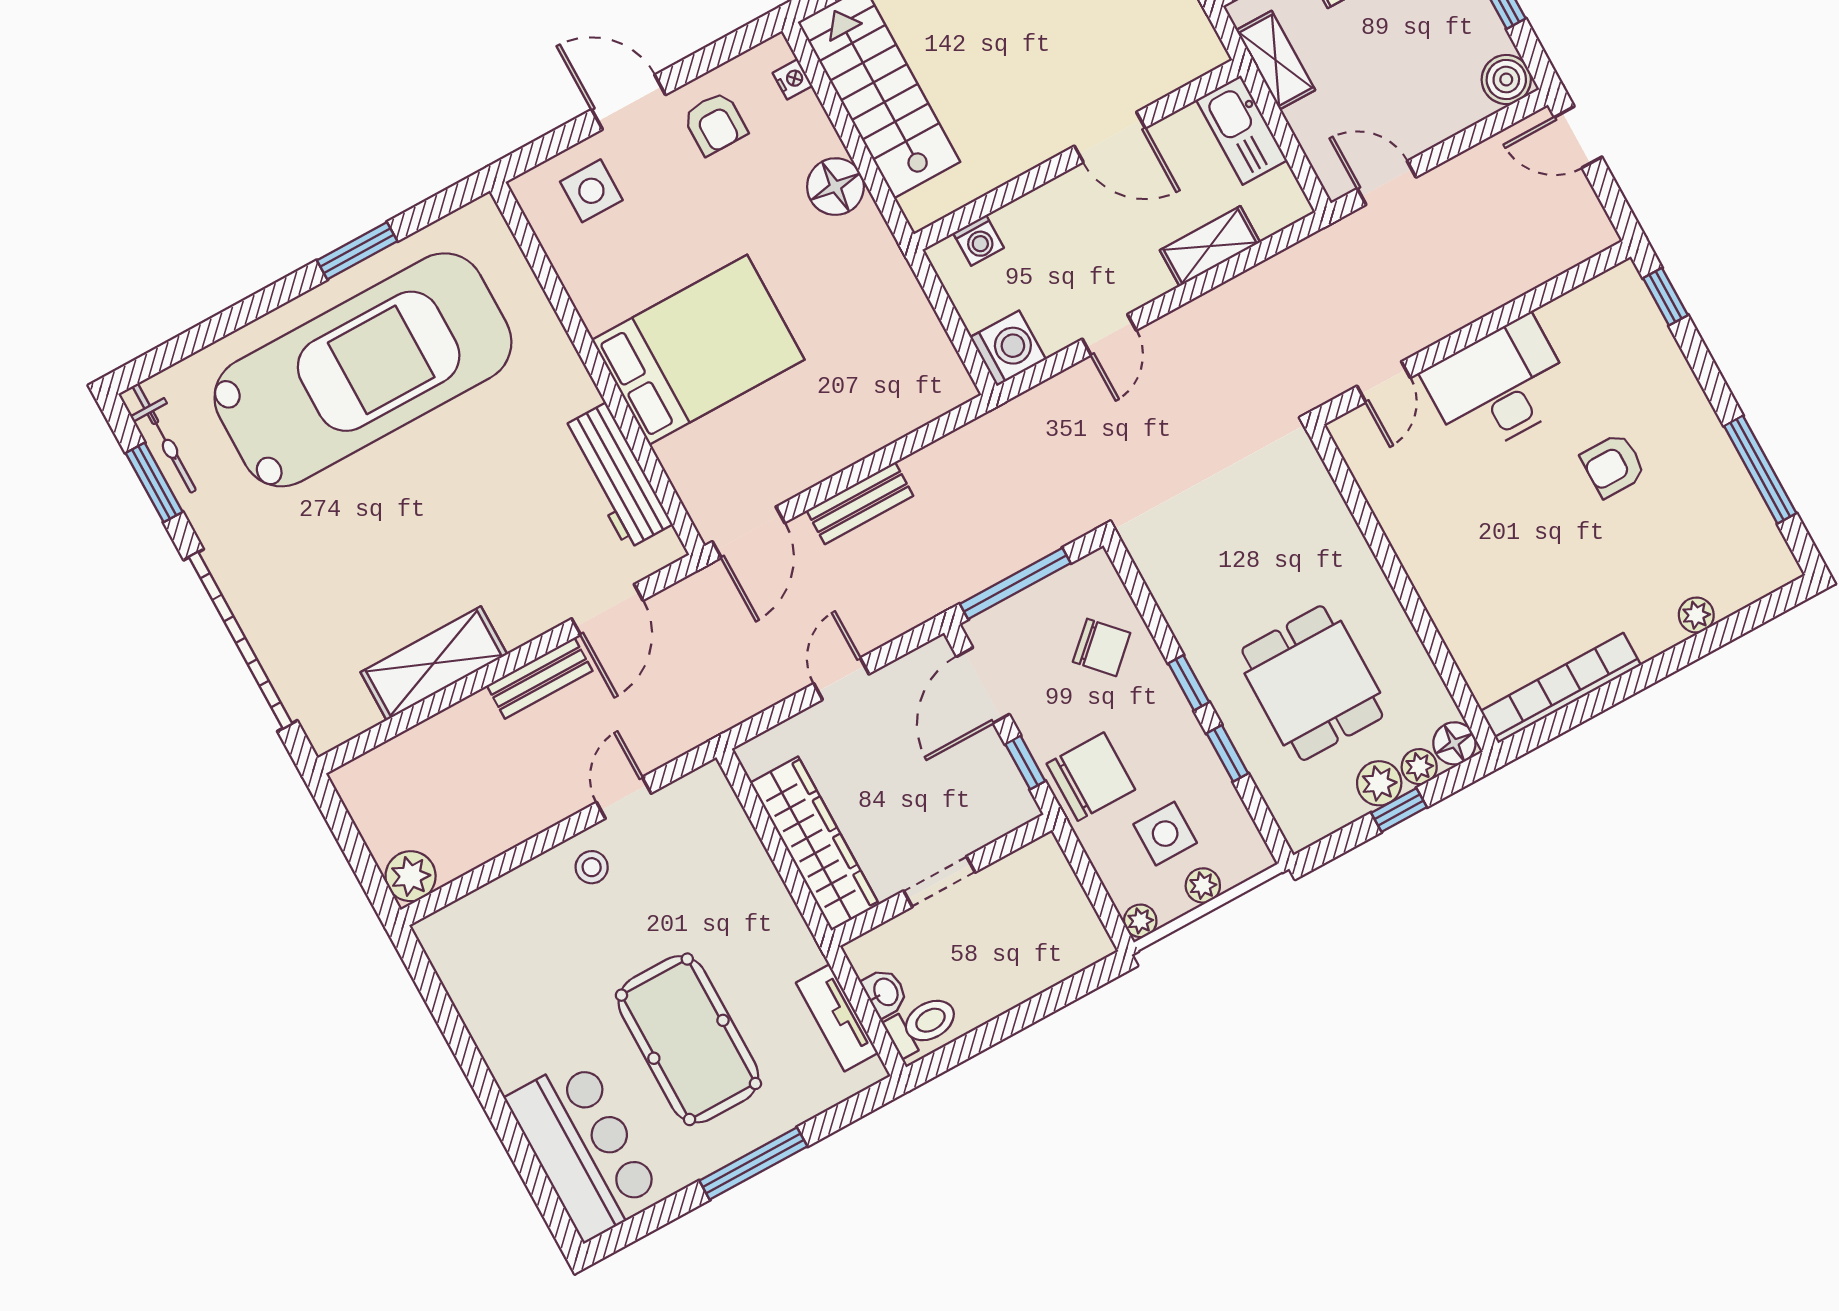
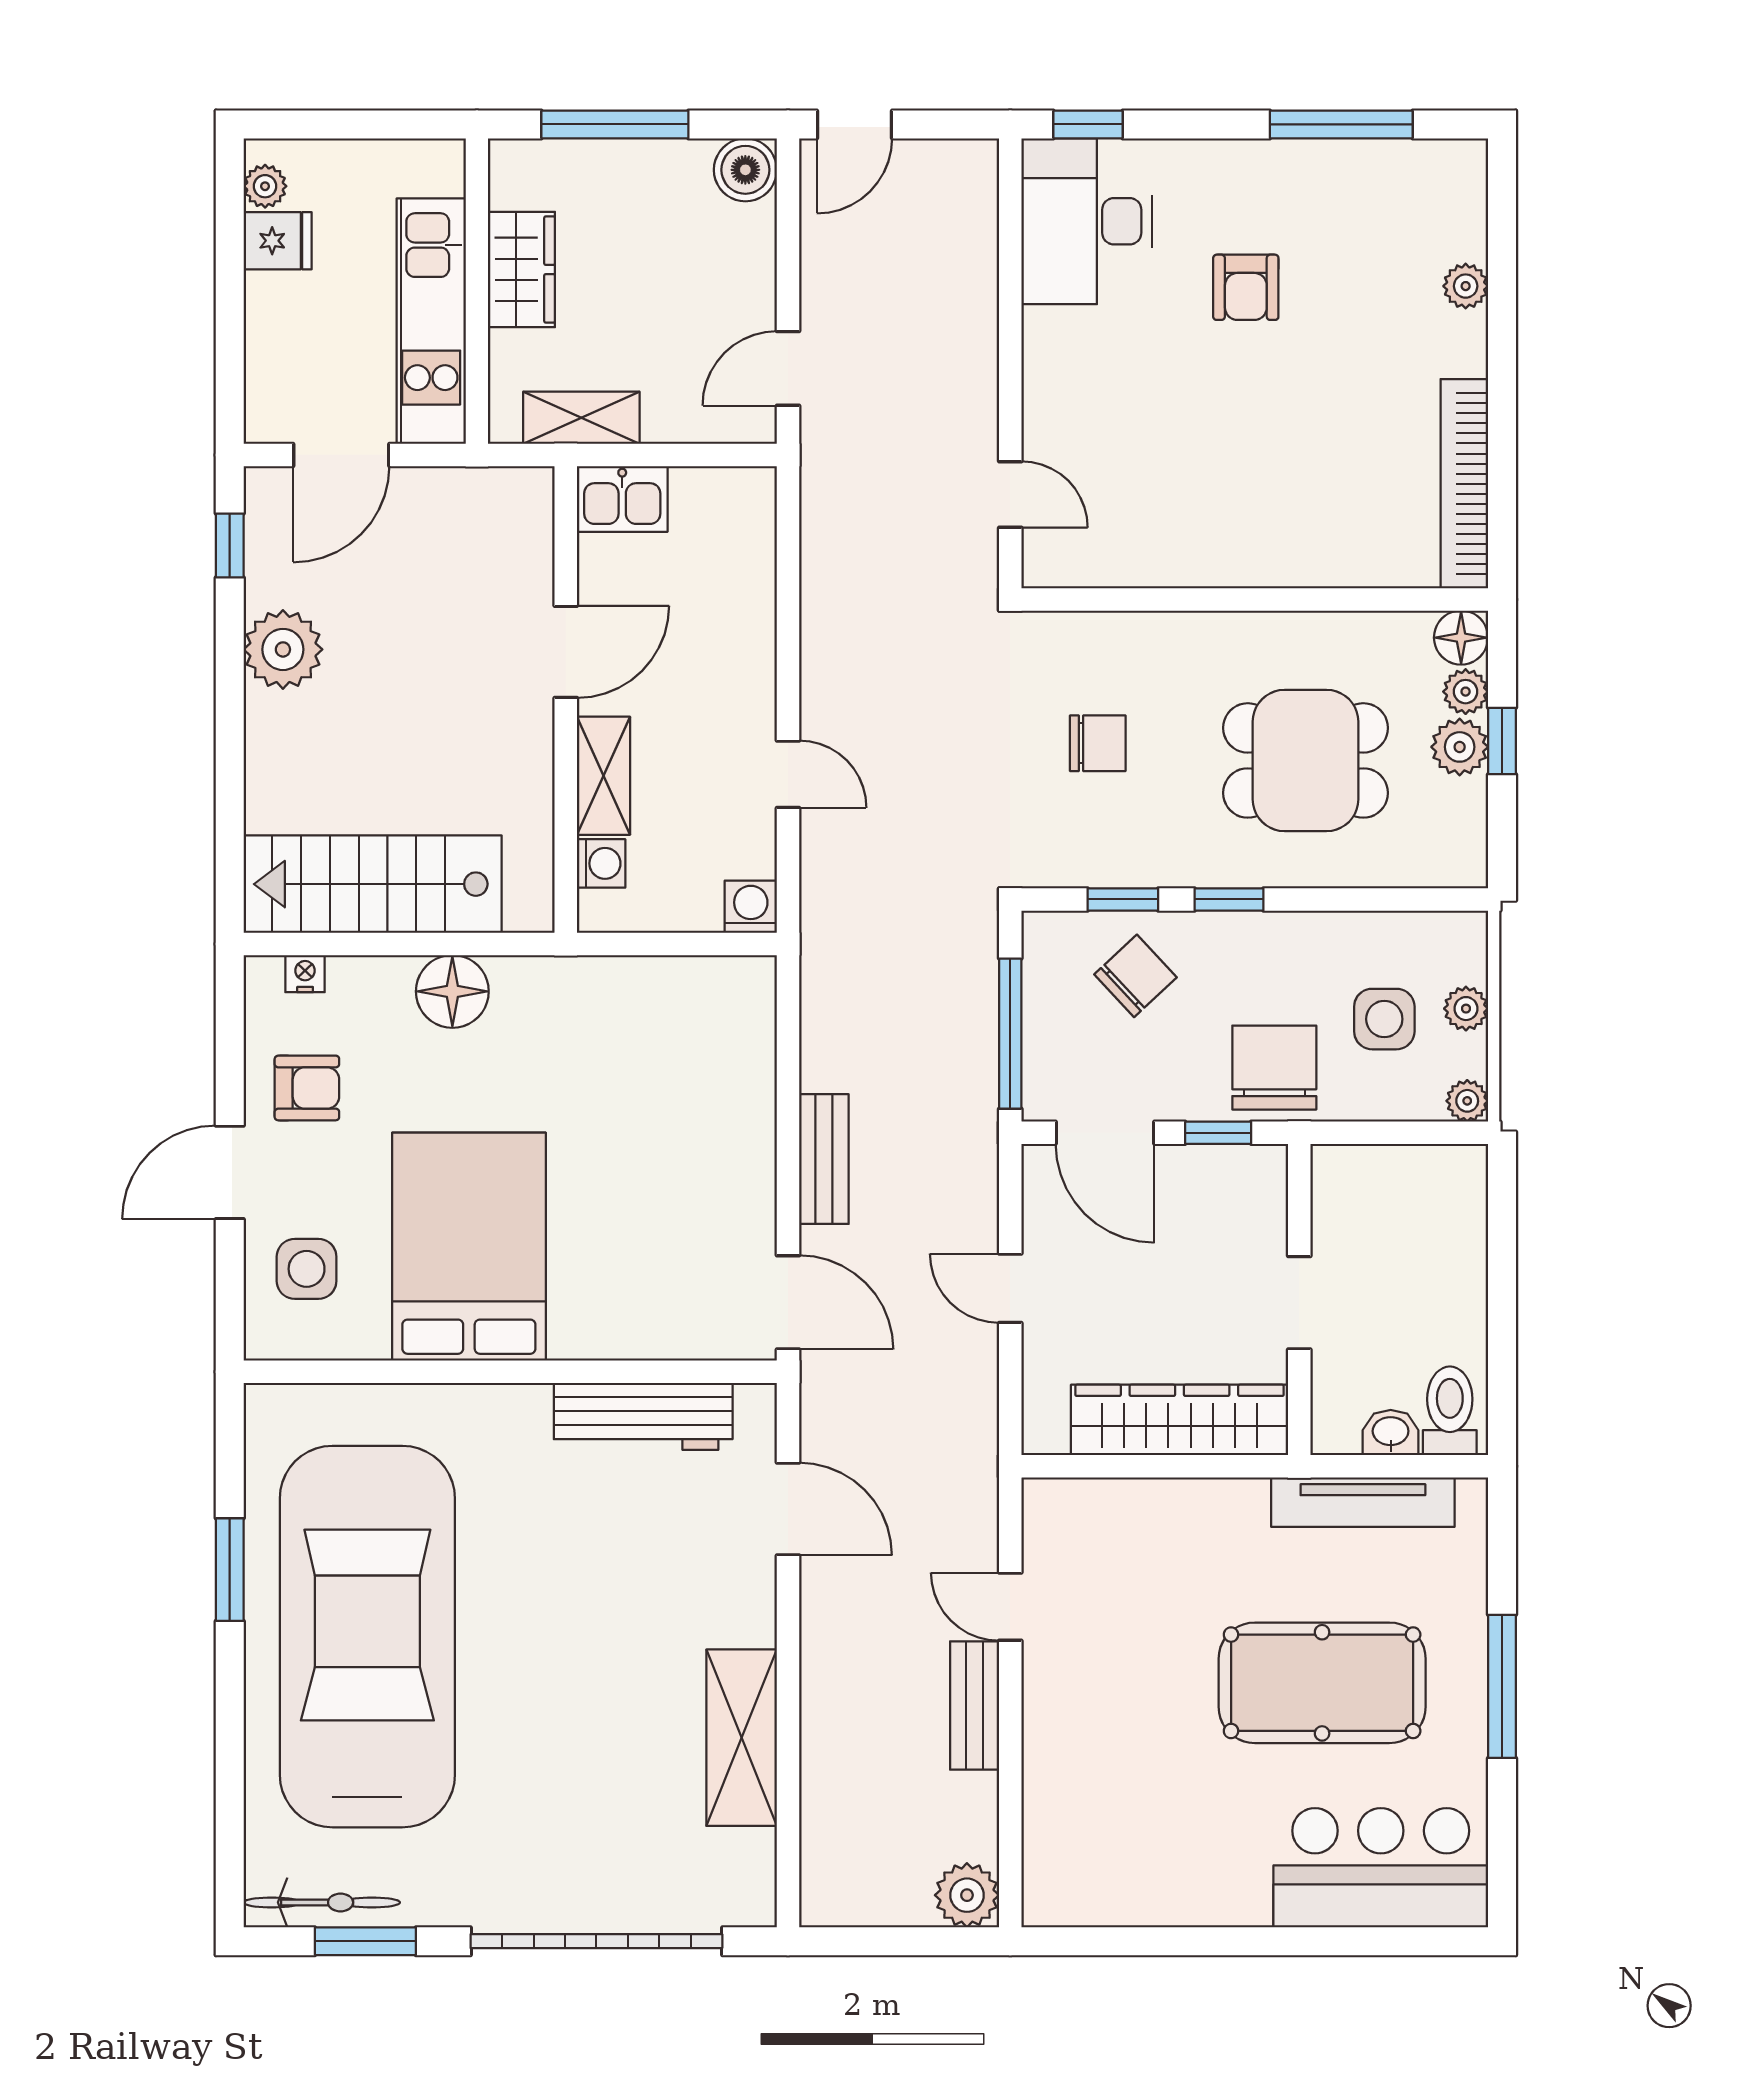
kitchen sink: (1242, 130) -> (622, 499), width x0.73
shelving: (1210, 246) -> (603, 776), moved
washing machine: (1008, 348) -> (751, 907), width x0.73, depth x0.73
bed: (698, 350) -> (469, 1247), moved
desk: (1499, 387) -> (1087, 221), moved
chair: (1246, 535) -> (1098, 743), added
bench: (540, 678) -> (975, 1705), moved
window: (1227, 753) -> (1123, 899), moved
stool: (592, 867) -> (1069, 1686), removed
tv unit: (837, 1018) -> (1363, 1502), width x1.41

